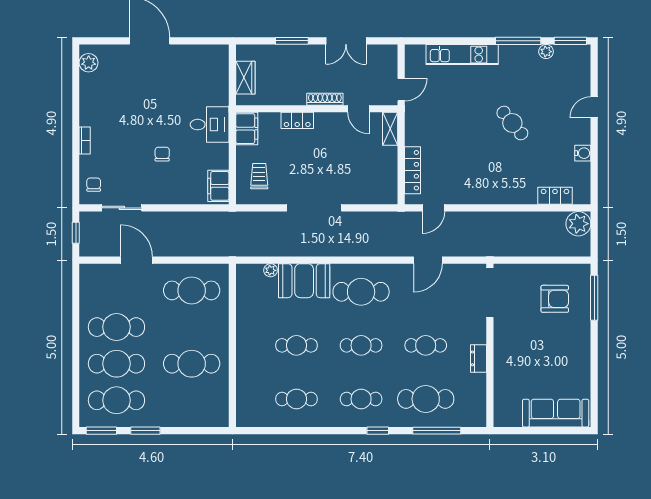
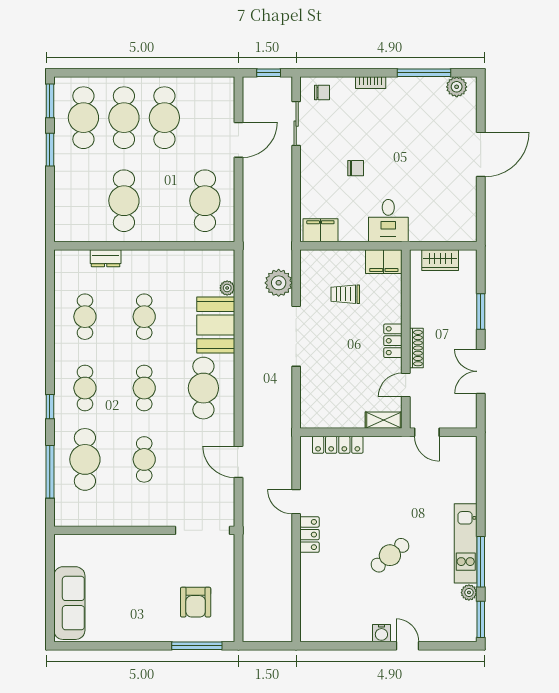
kitchen unit: (462, 55) -> (466, 543), moved
window: (76, 92) -> (424, 73), added
locker: (297, 120) -> (393, 341), moved
water cooler: (583, 153) -> (381, 633), moved
trolley: (259, 176) -> (345, 294), moved, turned 180
locker: (555, 196) -> (310, 535), moved
door: (434, 208) -> (296, 502), moved
plant: (578, 224) -> (279, 283), moved
dresser: (479, 358) -> (106, 258), moved, turned 180

